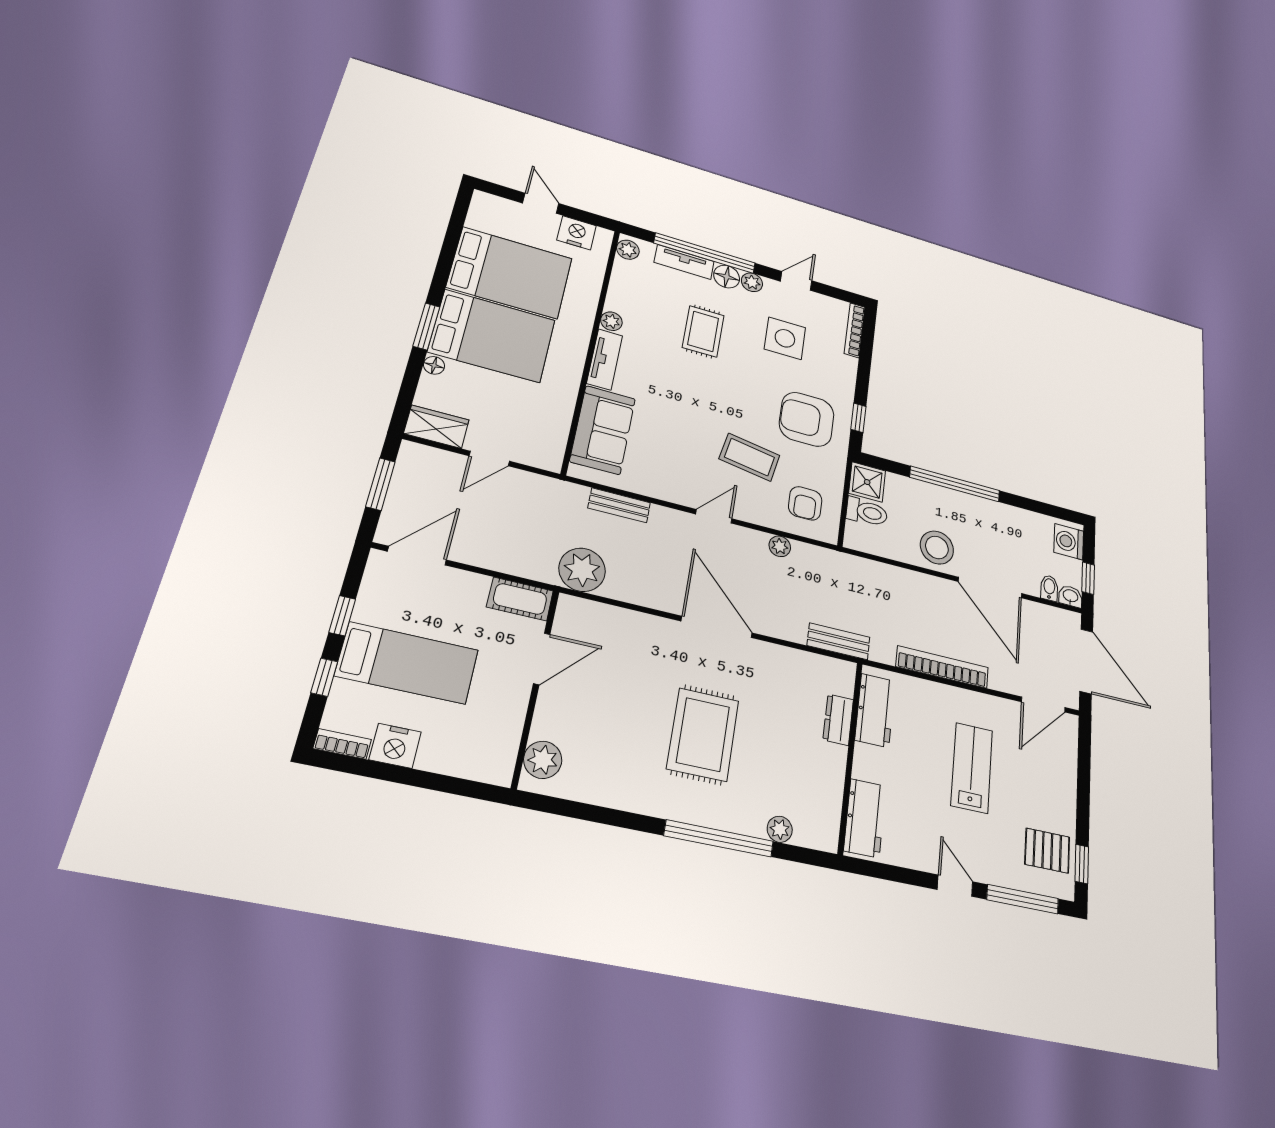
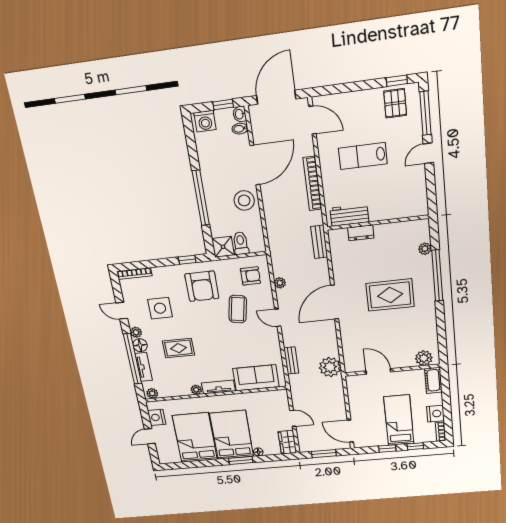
cot: (520, 599) -> (433, 380), moved
workbench: (865, 818) -> (407, 208), removed

